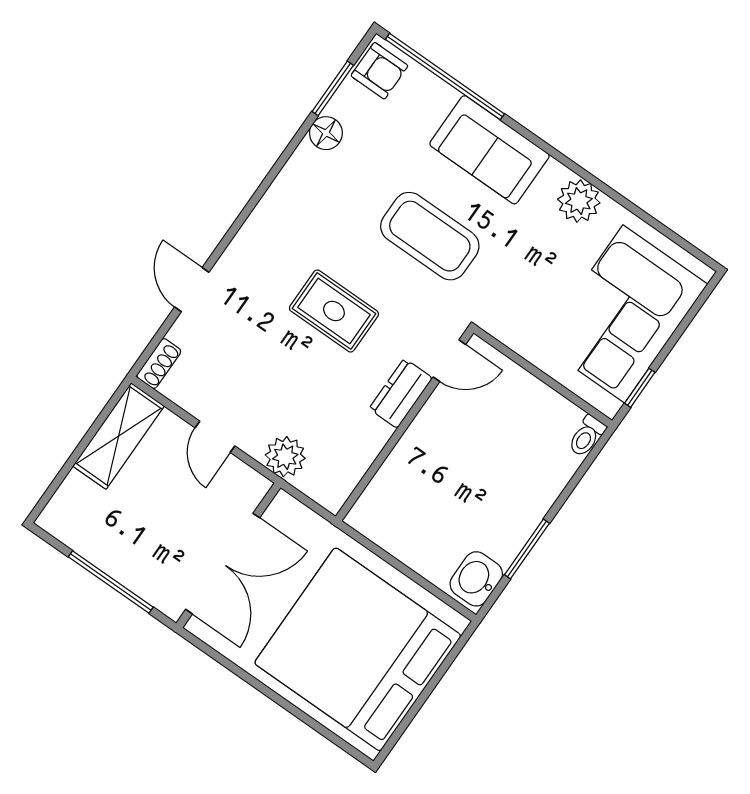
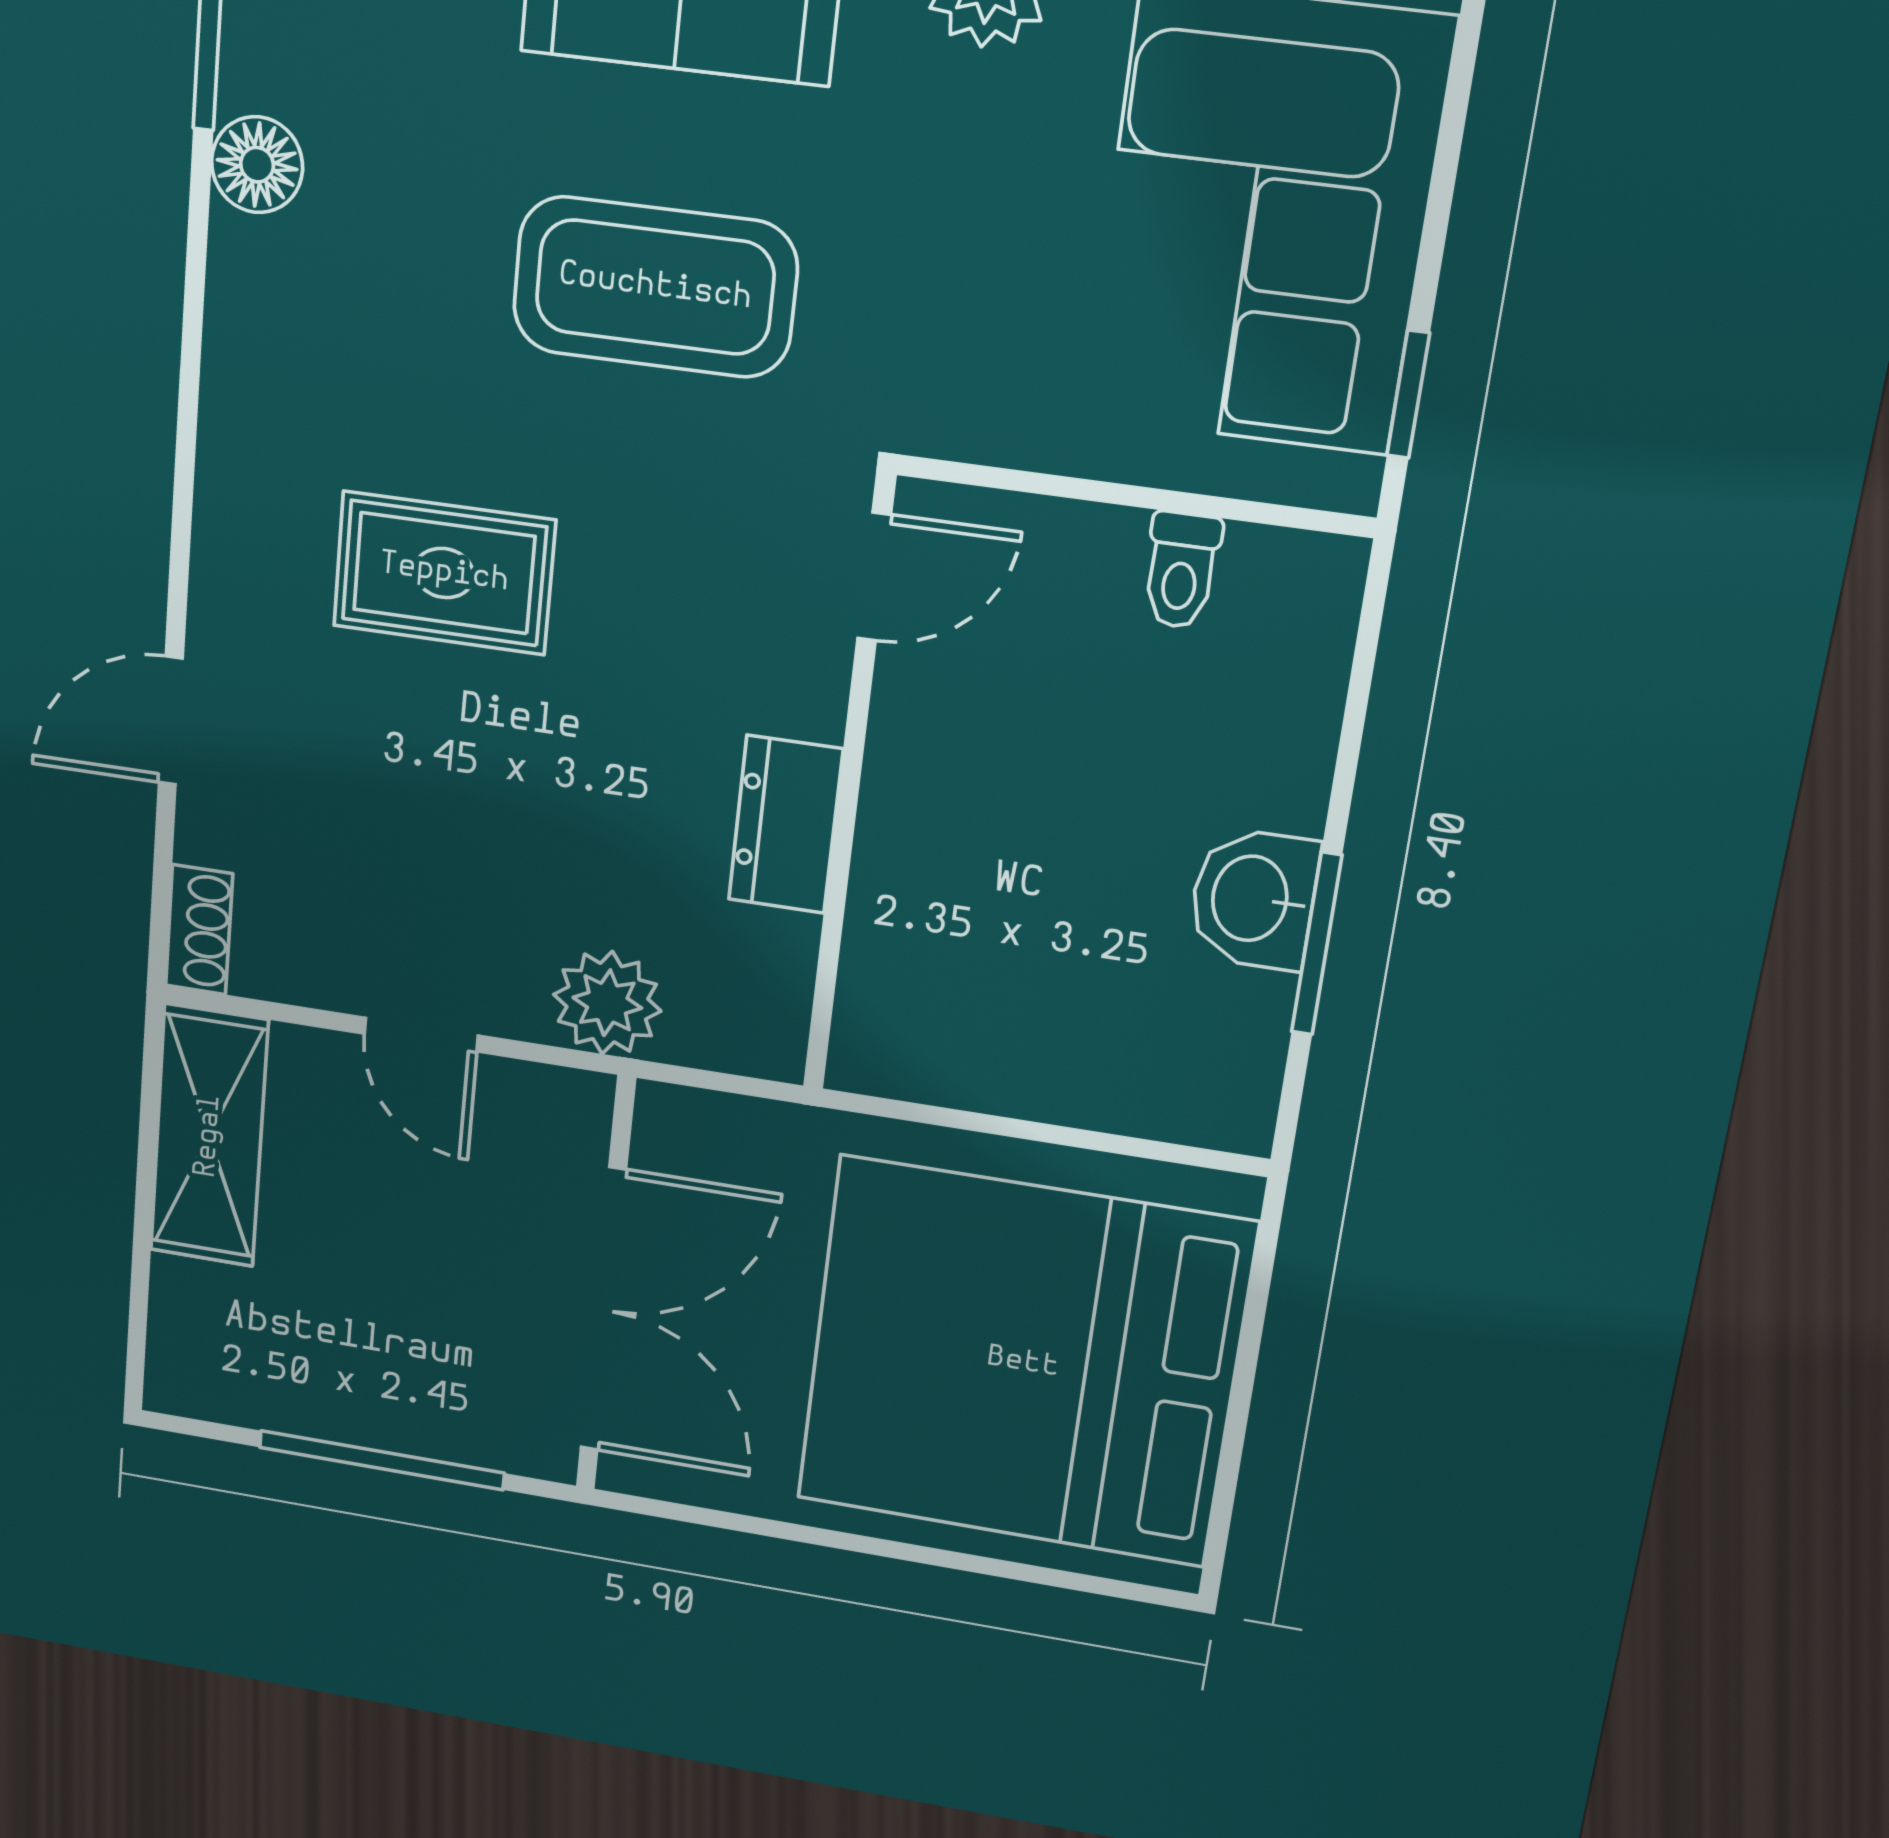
door: (192, 290) -> (171, 721), hinge flipped
rug: (334, 311) -> (444, 573), moved
dresser: (401, 393) -> (785, 824), moved
toilet: (587, 436) -> (1181, 570), moved
washbasin: (476, 579) -> (1253, 899), moved

